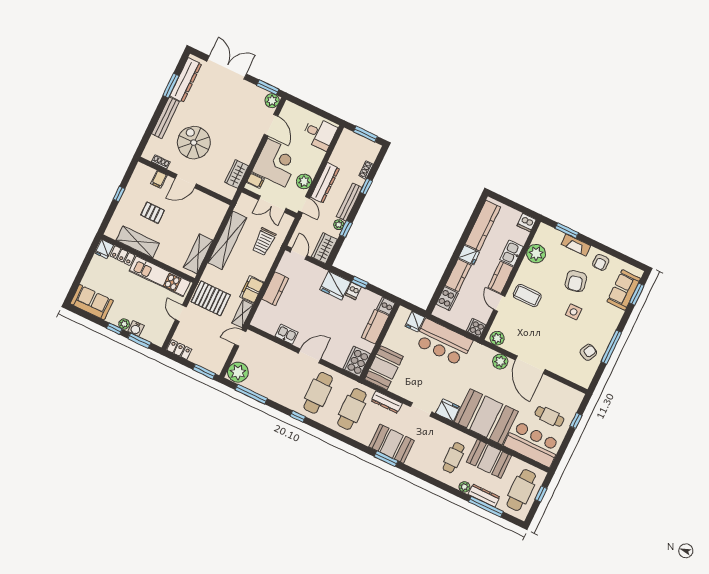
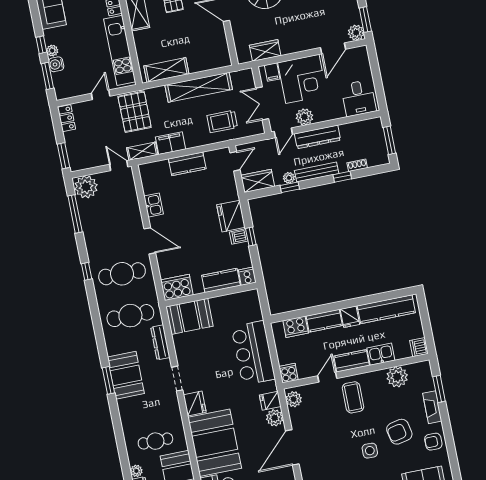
fridge: (415, 322) -> (270, 401), moved

